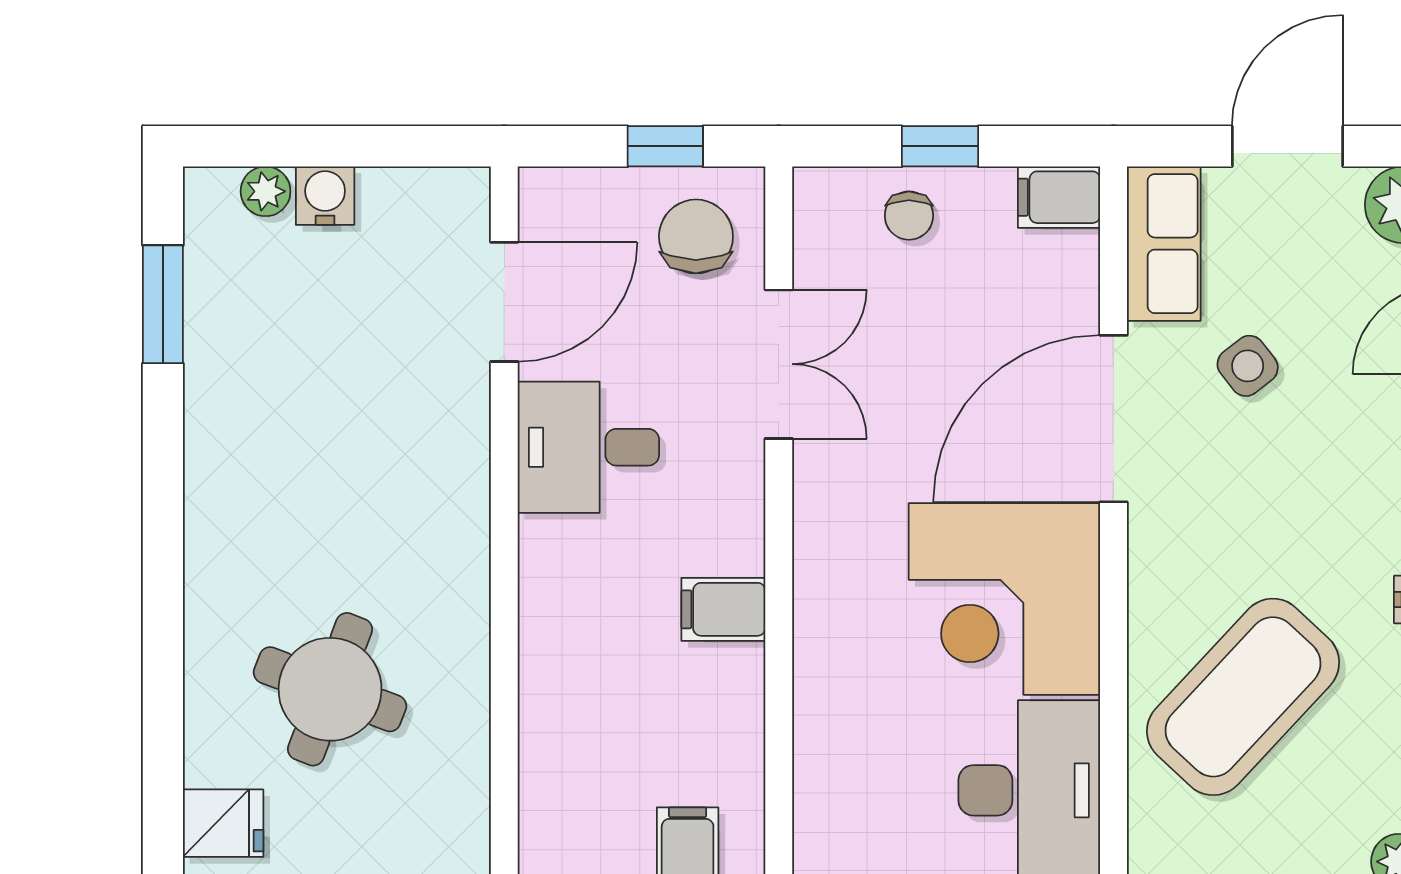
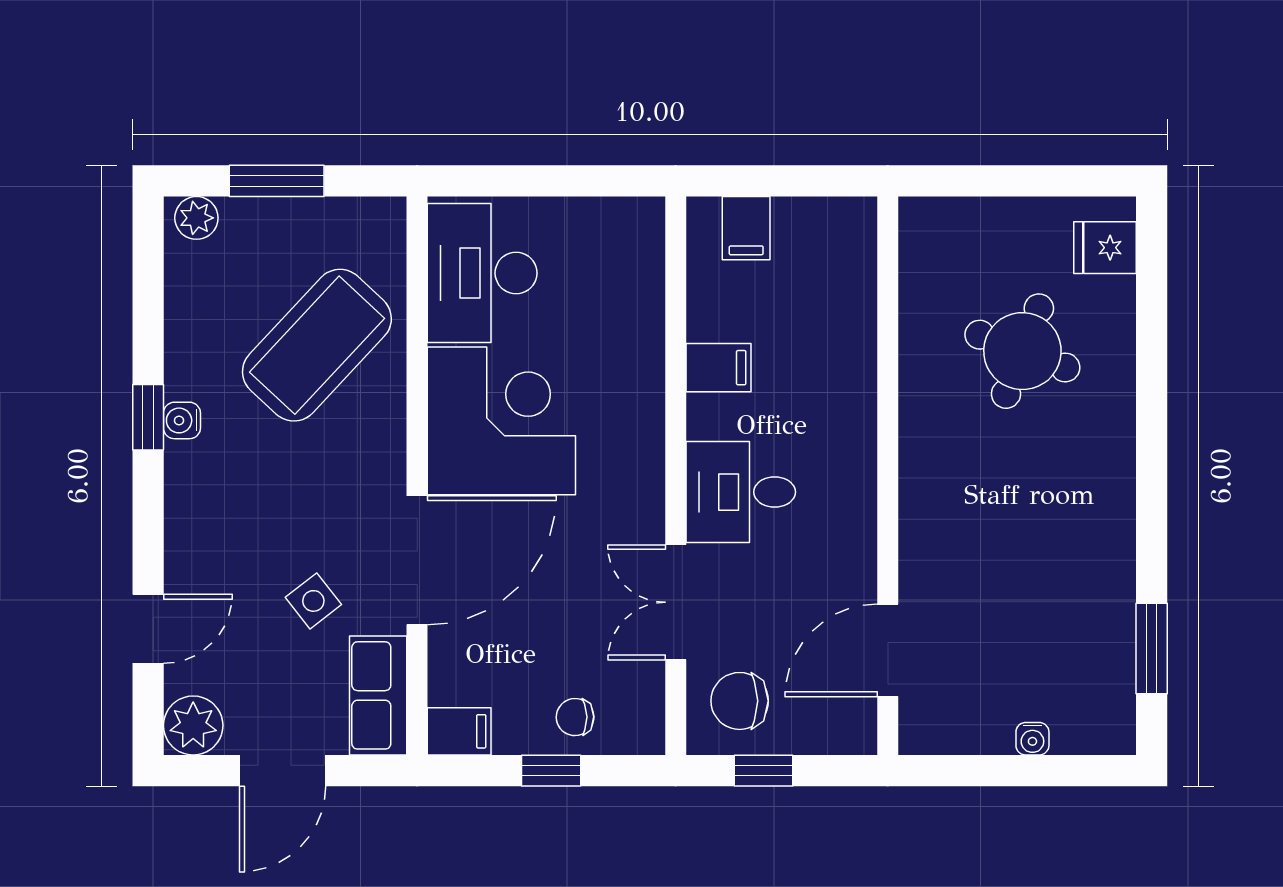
plant: (266, 191) -> (1072, 736), removed
water cooler: (325, 196) -> (1032, 739), width x0.72, depth x0.72
chair: (909, 216) -> (575, 717), turned -91
chair: (696, 236) -> (740, 701), turned 90
desk: (588, 447) -> (741, 492), moved, turned 180
filing cabinet: (723, 609) -> (718, 368), moved

